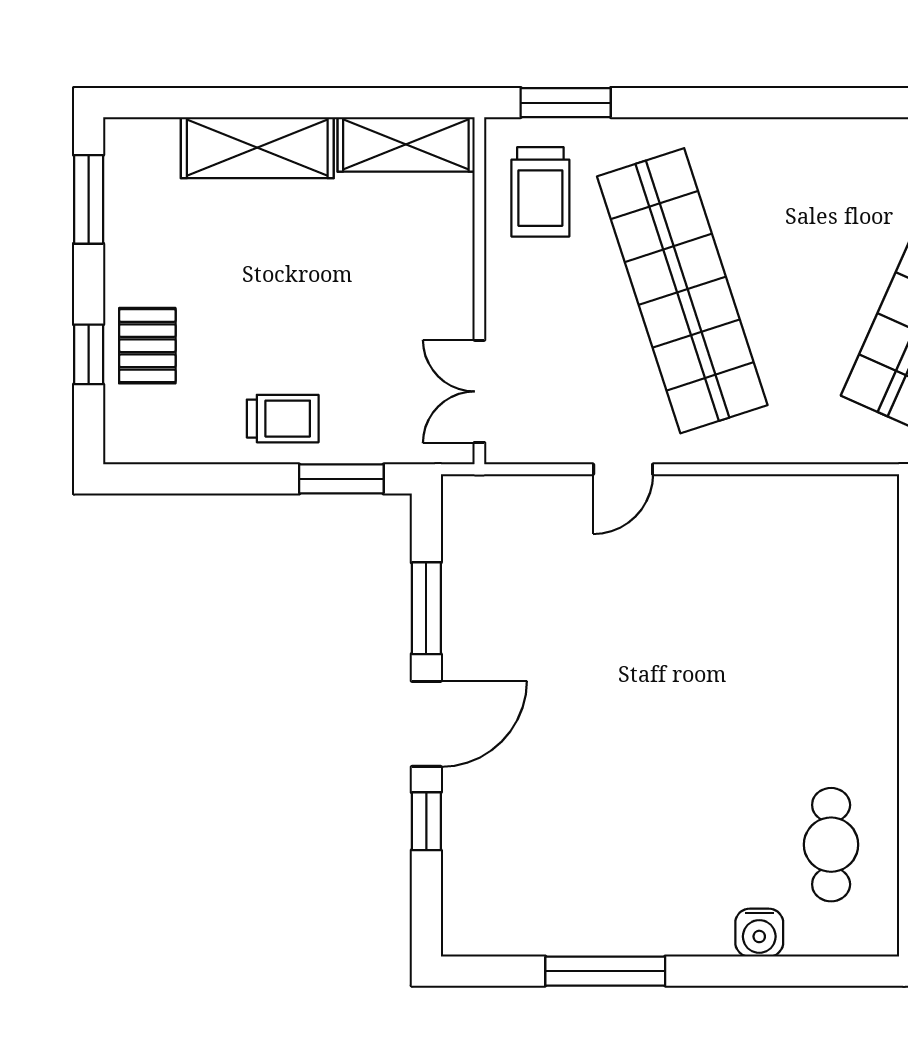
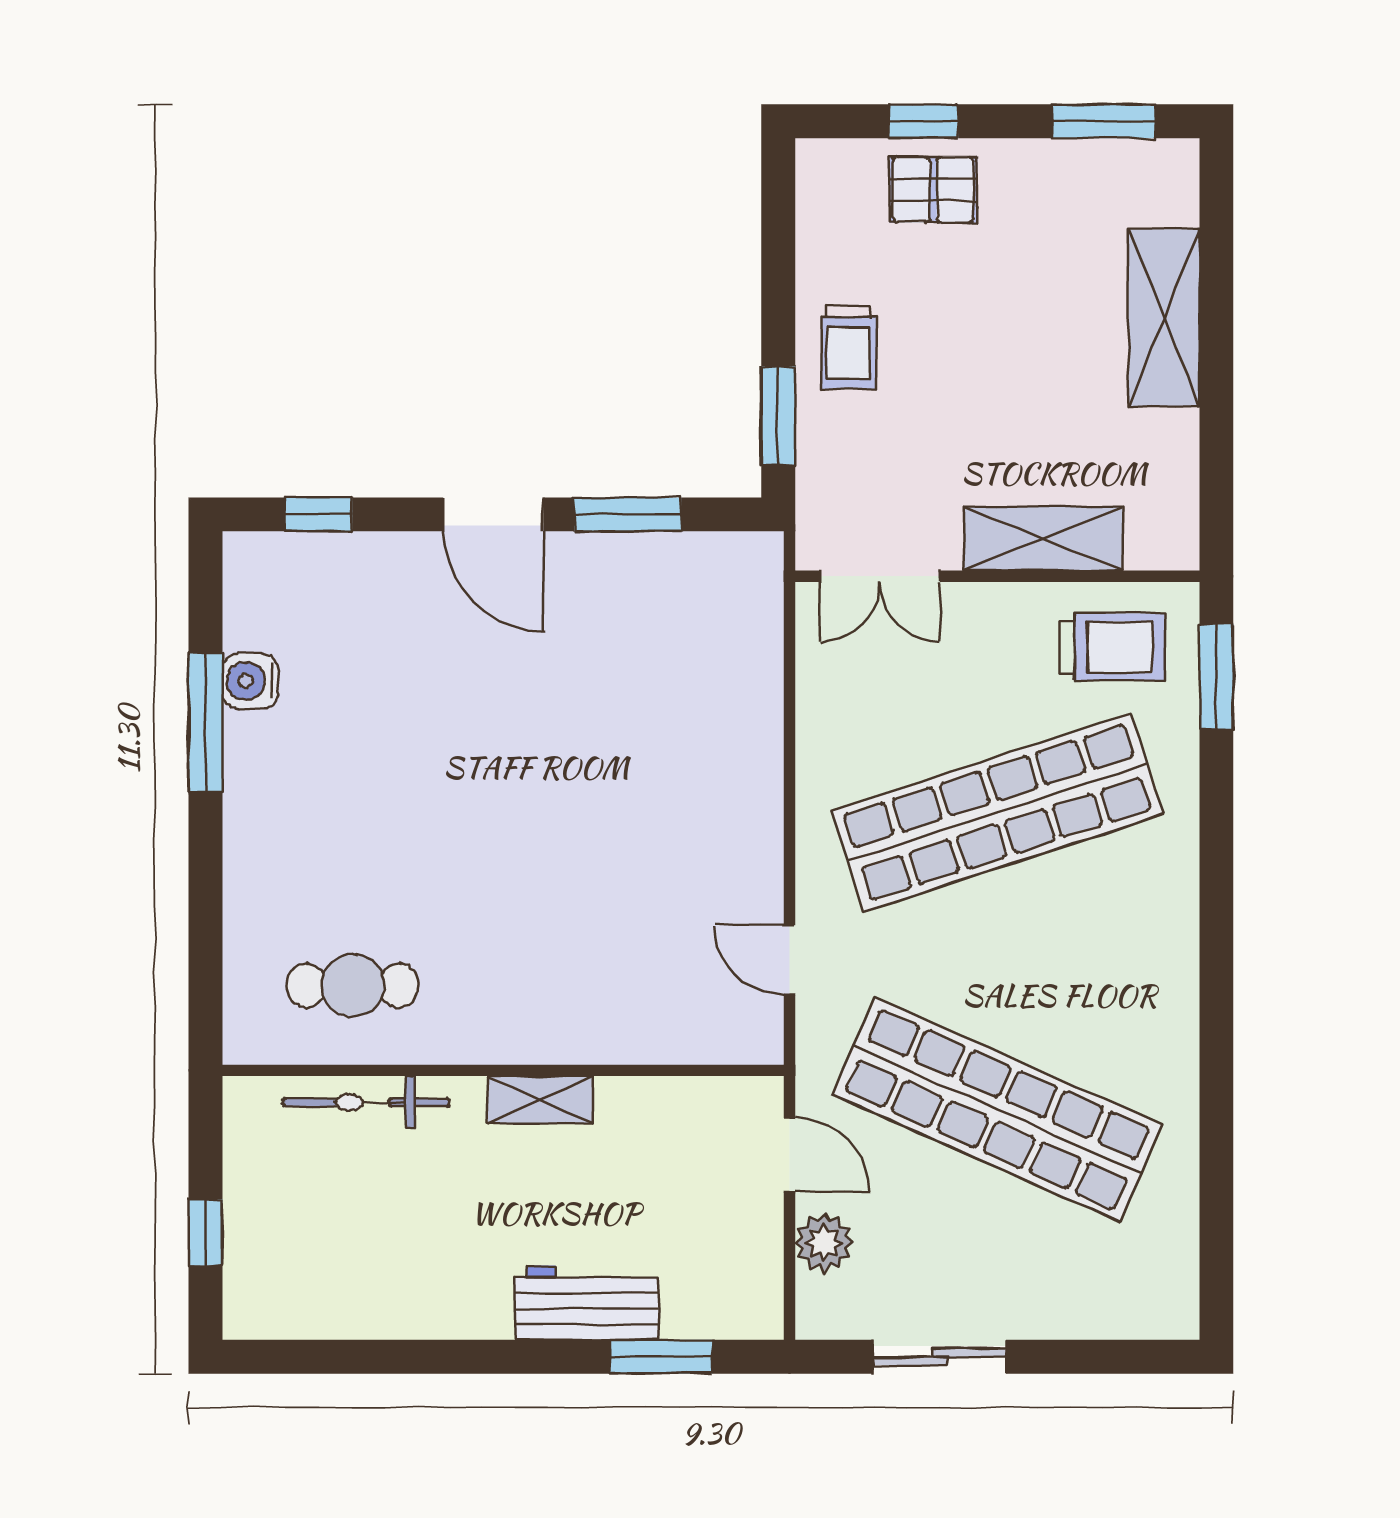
shelving: (406, 144) -> (1043, 539), moved, turned 90
trolley: (540, 192) -> (1112, 647), turned 180
double door: (479, 391) -> (880, 576), swing flipped
door: (623, 469) -> (790, 960), moved
window: (426, 821) -> (318, 514), moved
water cooler: (759, 933) -> (250, 681), moved

